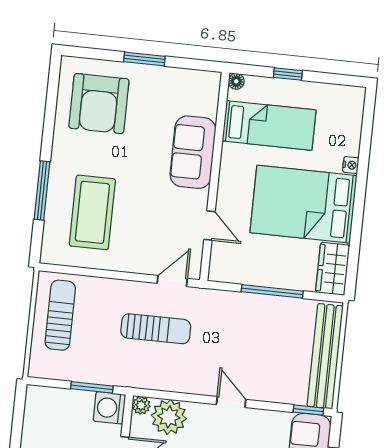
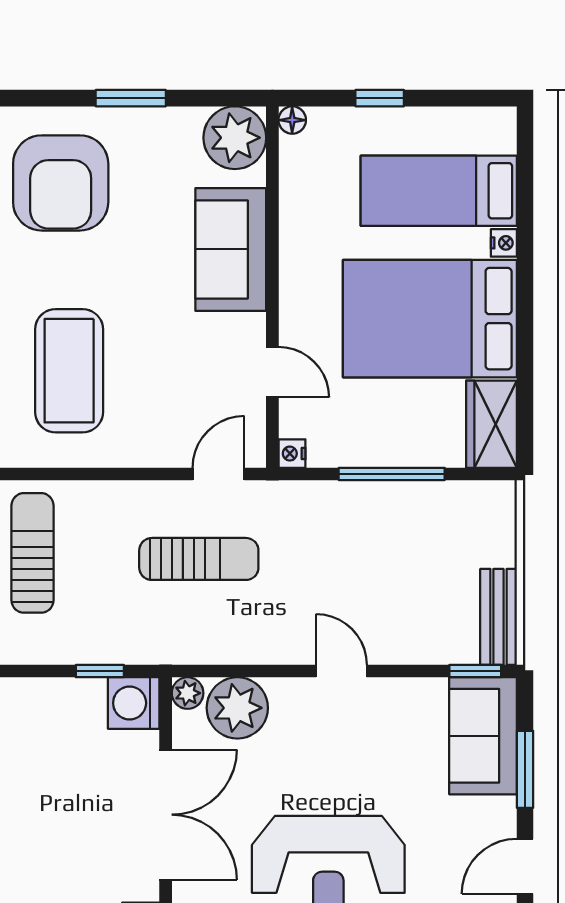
plant: (202, 88) -> (235, 138), added
bed: (269, 125) -> (439, 191), moved, turned 180
nightstand: (216, 274) -> (292, 454), added
bench: (325, 356) -> (498, 617), width x0.54, depth x0.82
window: (92, 387) -> (100, 671), width x0.67

